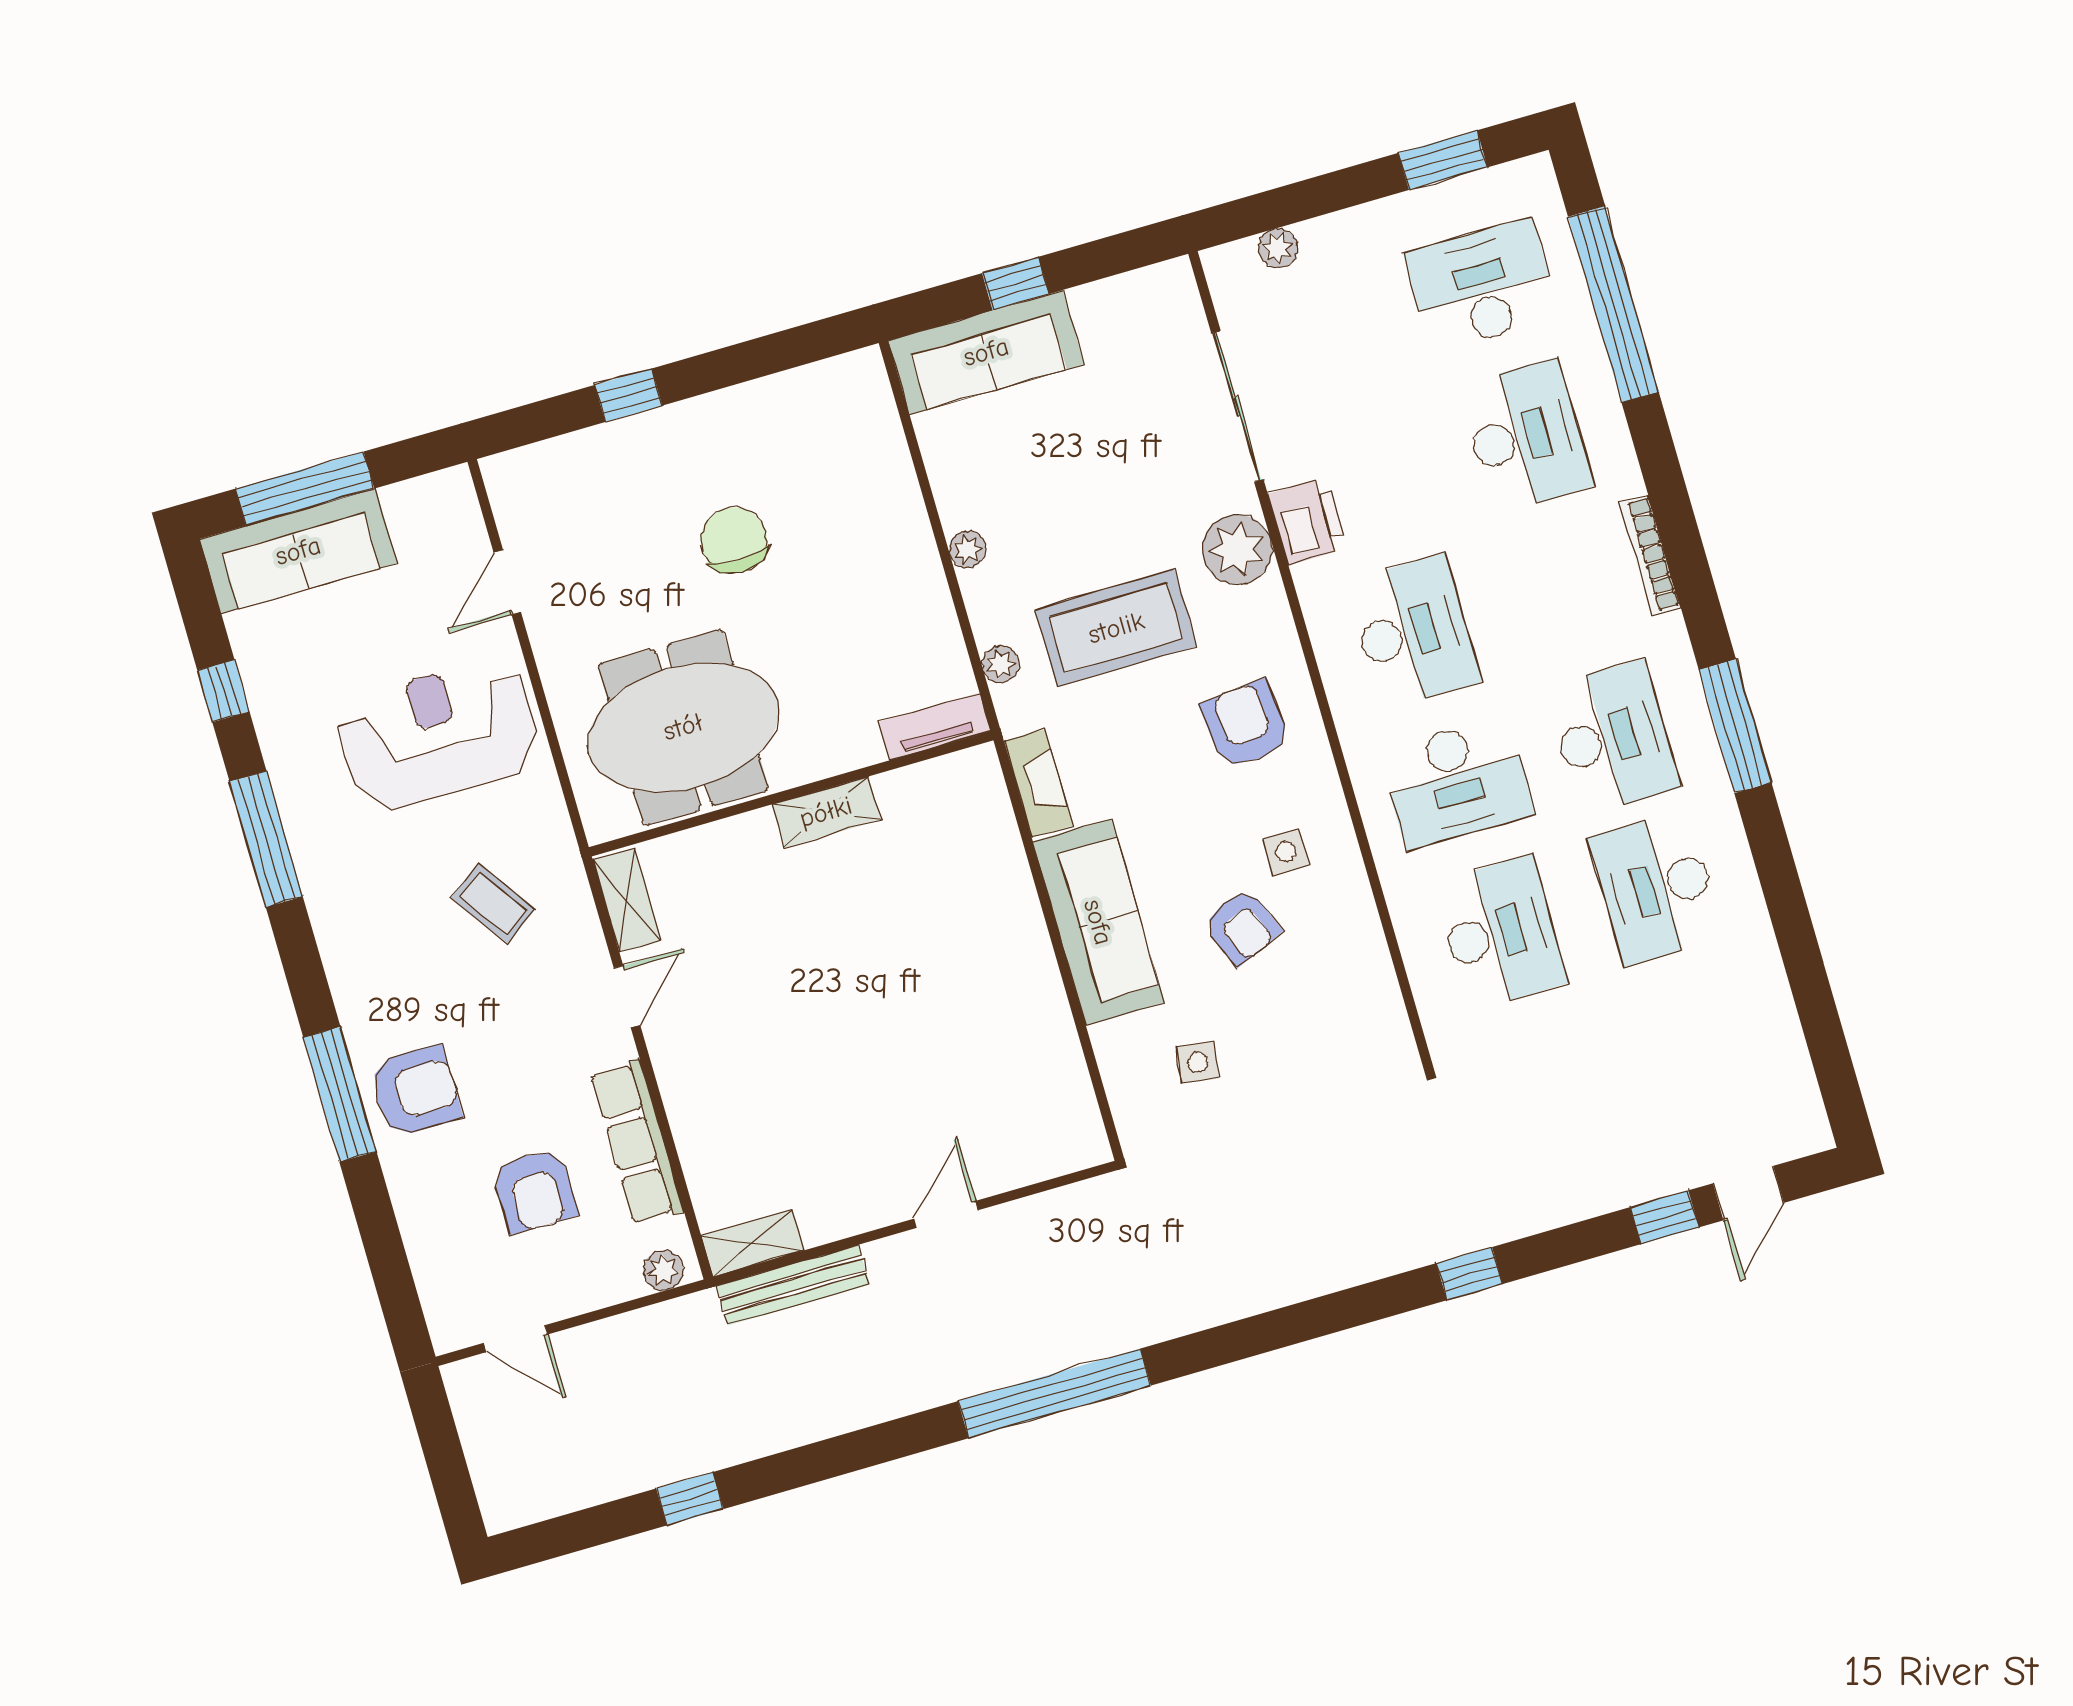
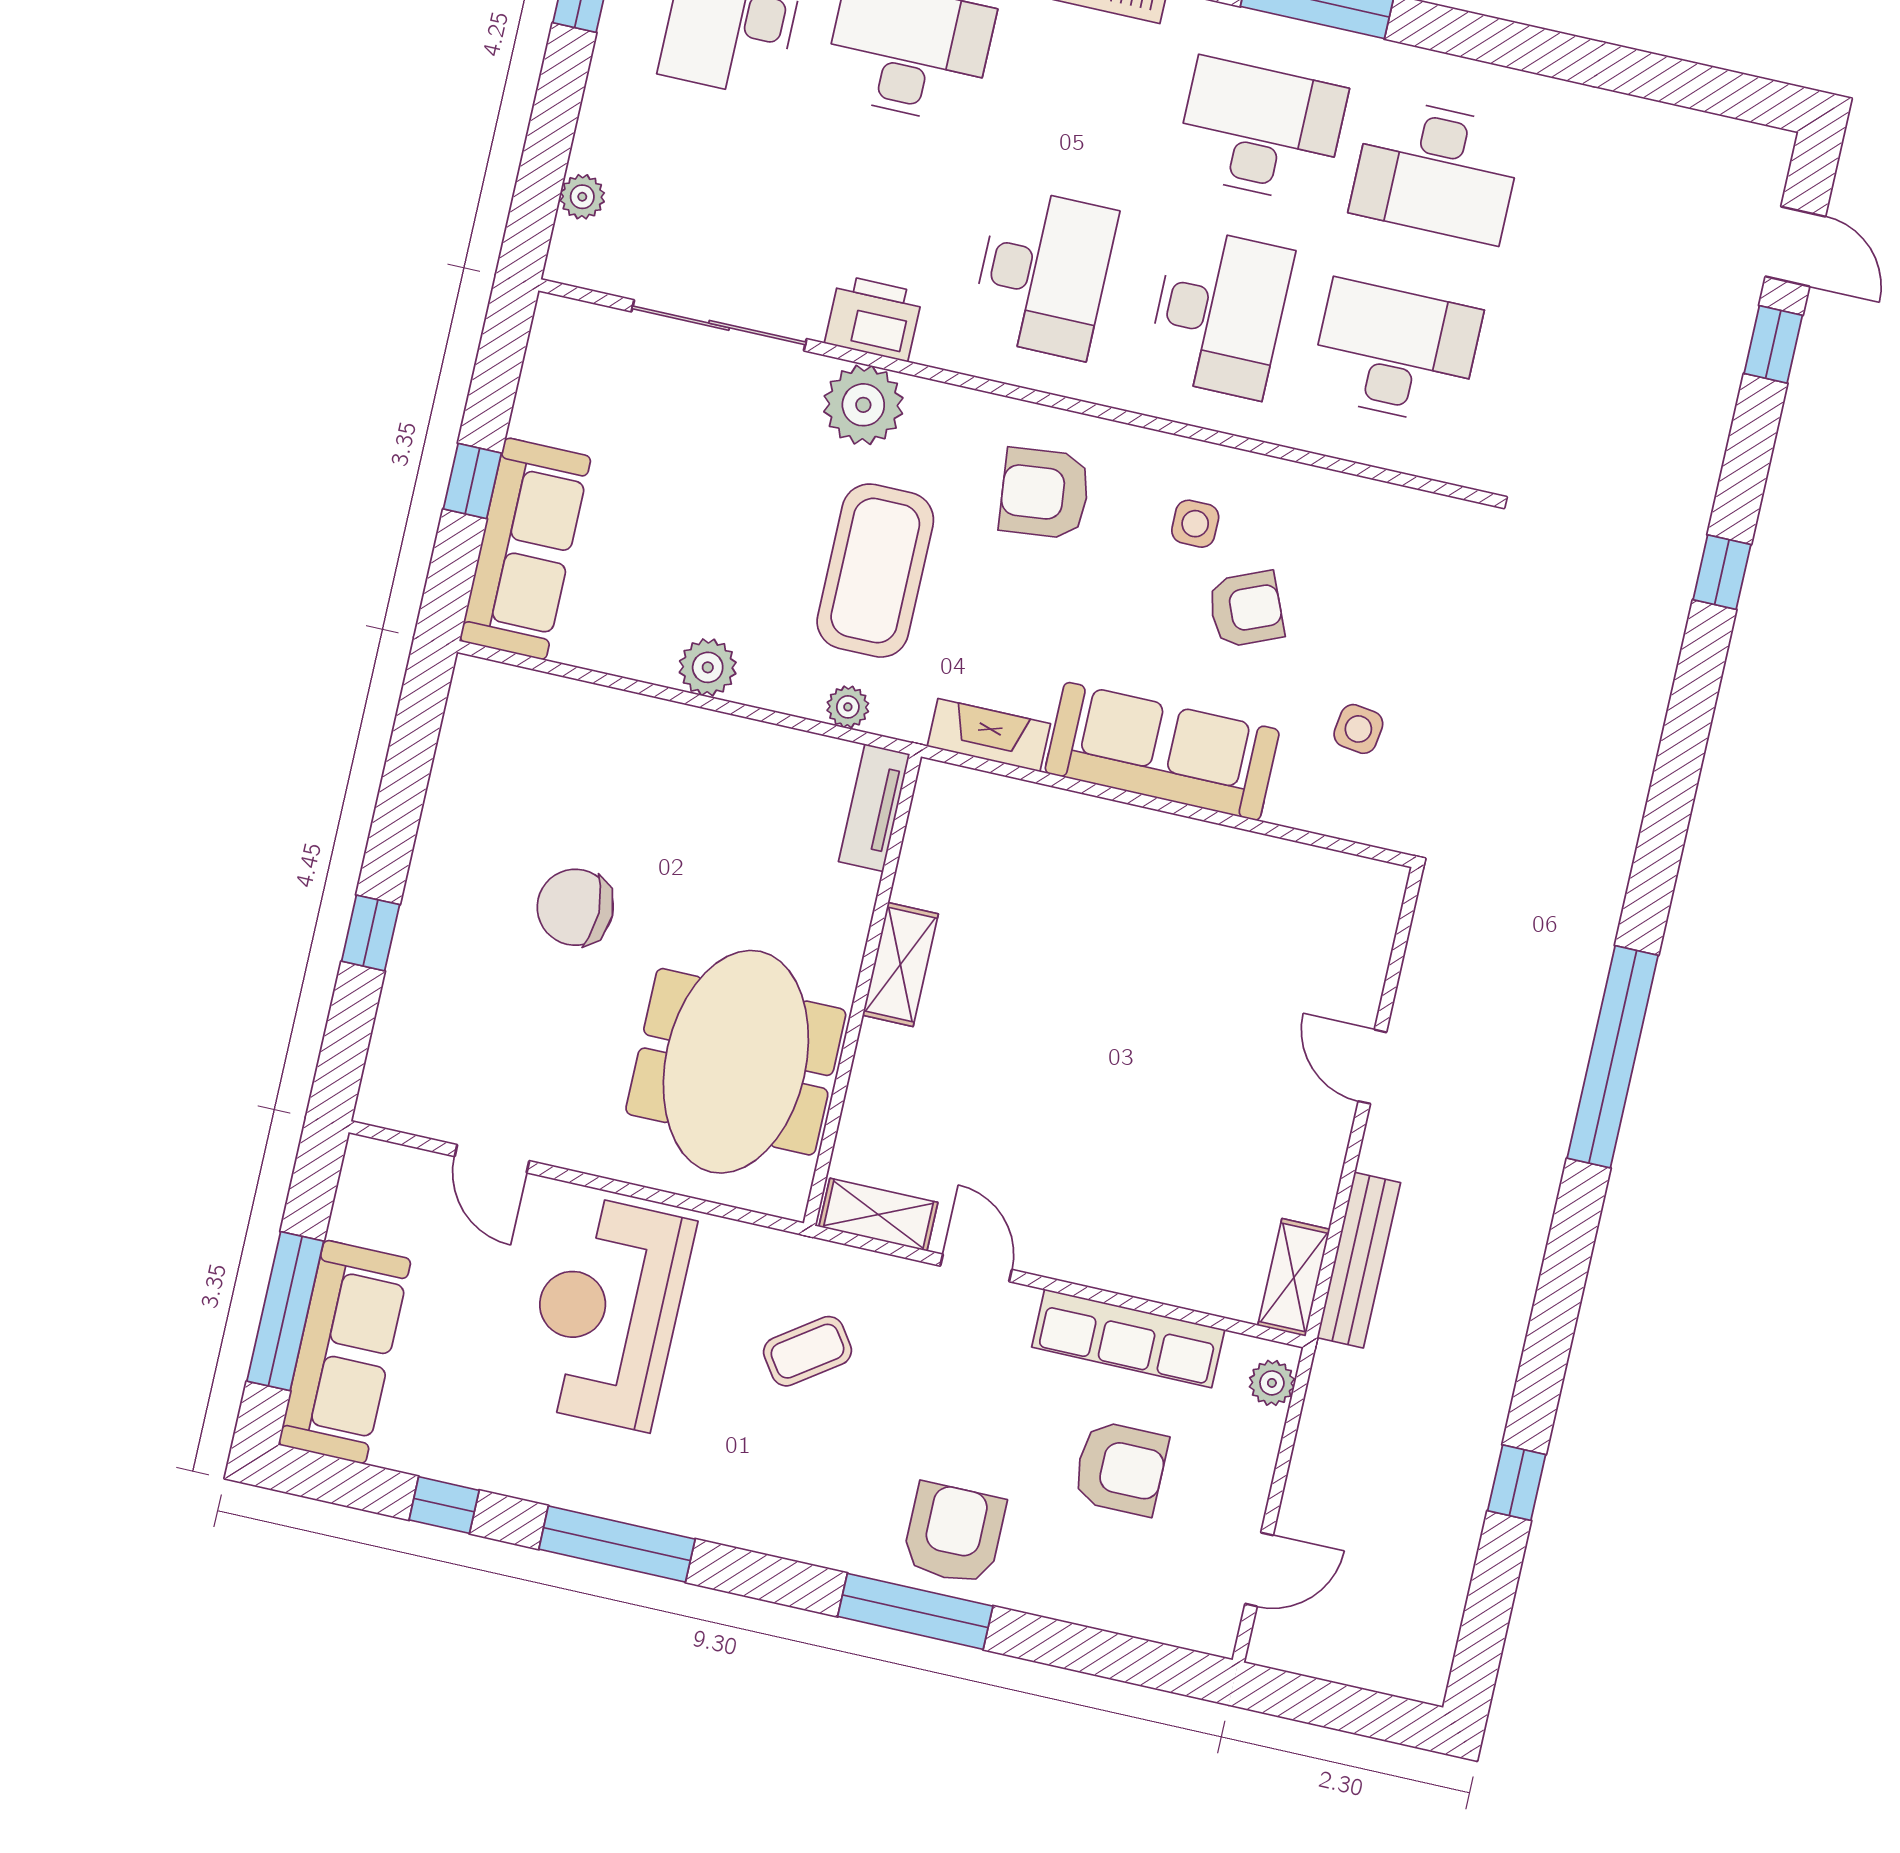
plant: (967, 549) -> (708, 667), width x1.38, depth x1.38
desk: (1413, 632) -> (1044, 273), turned 90

